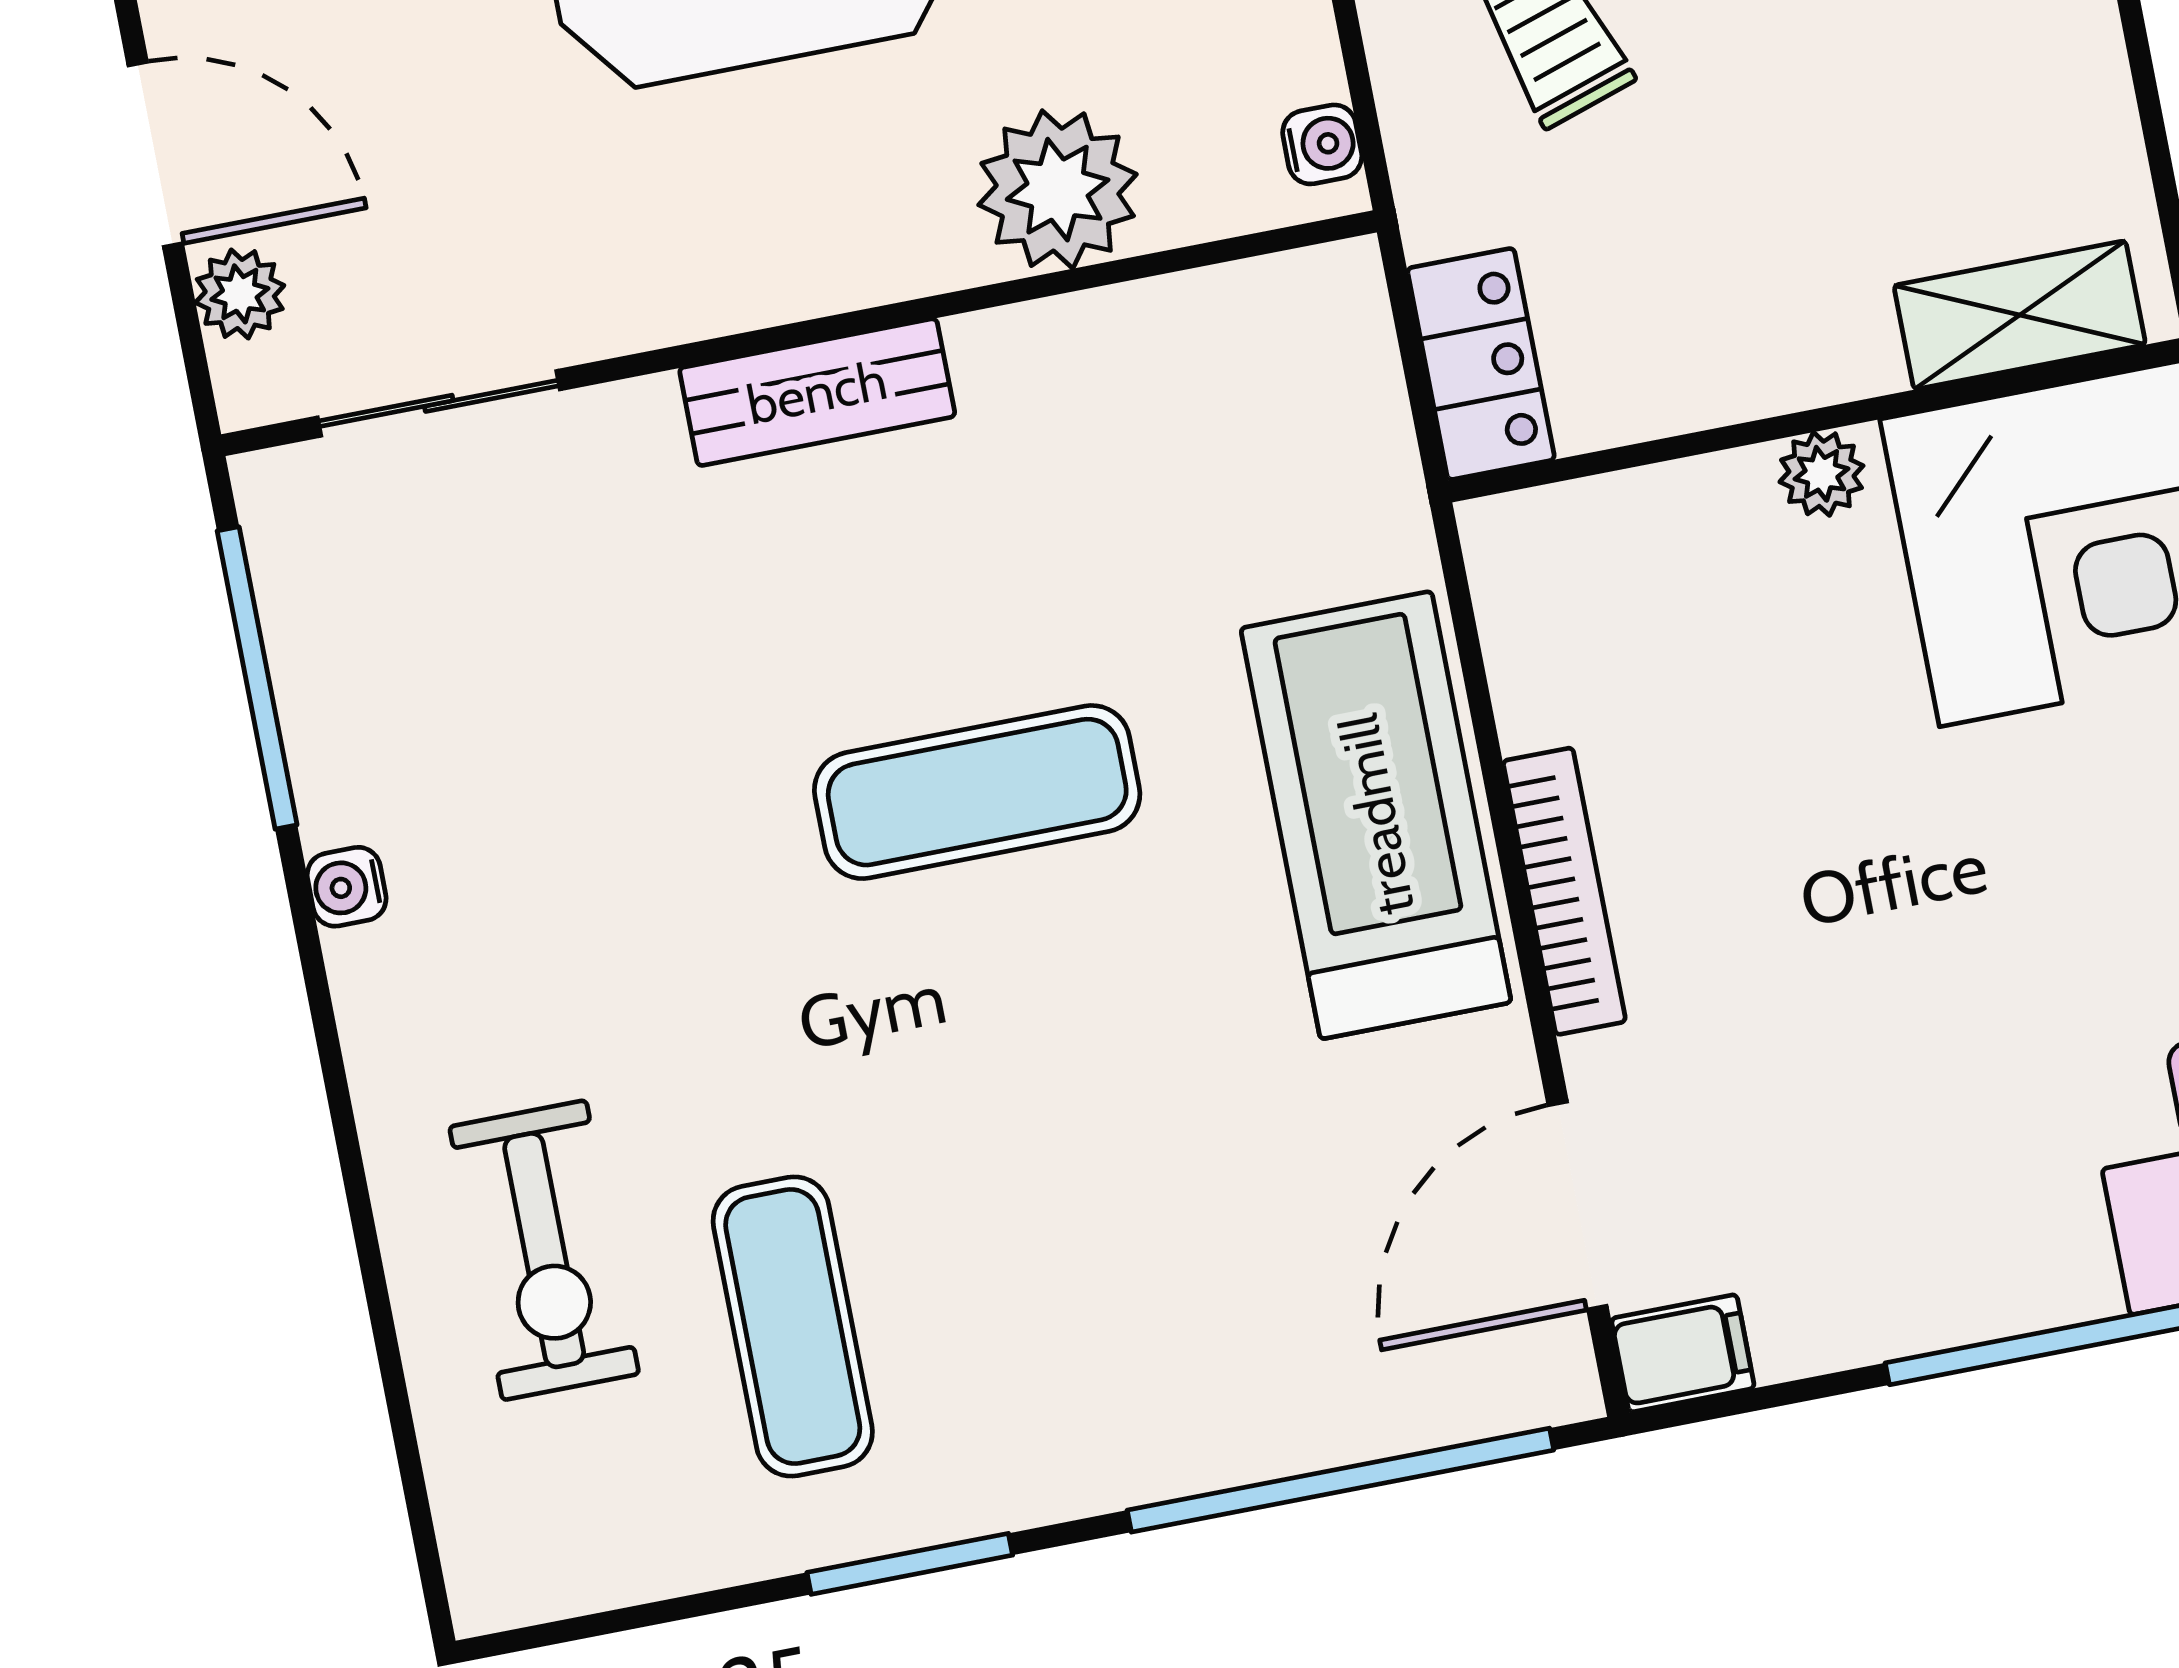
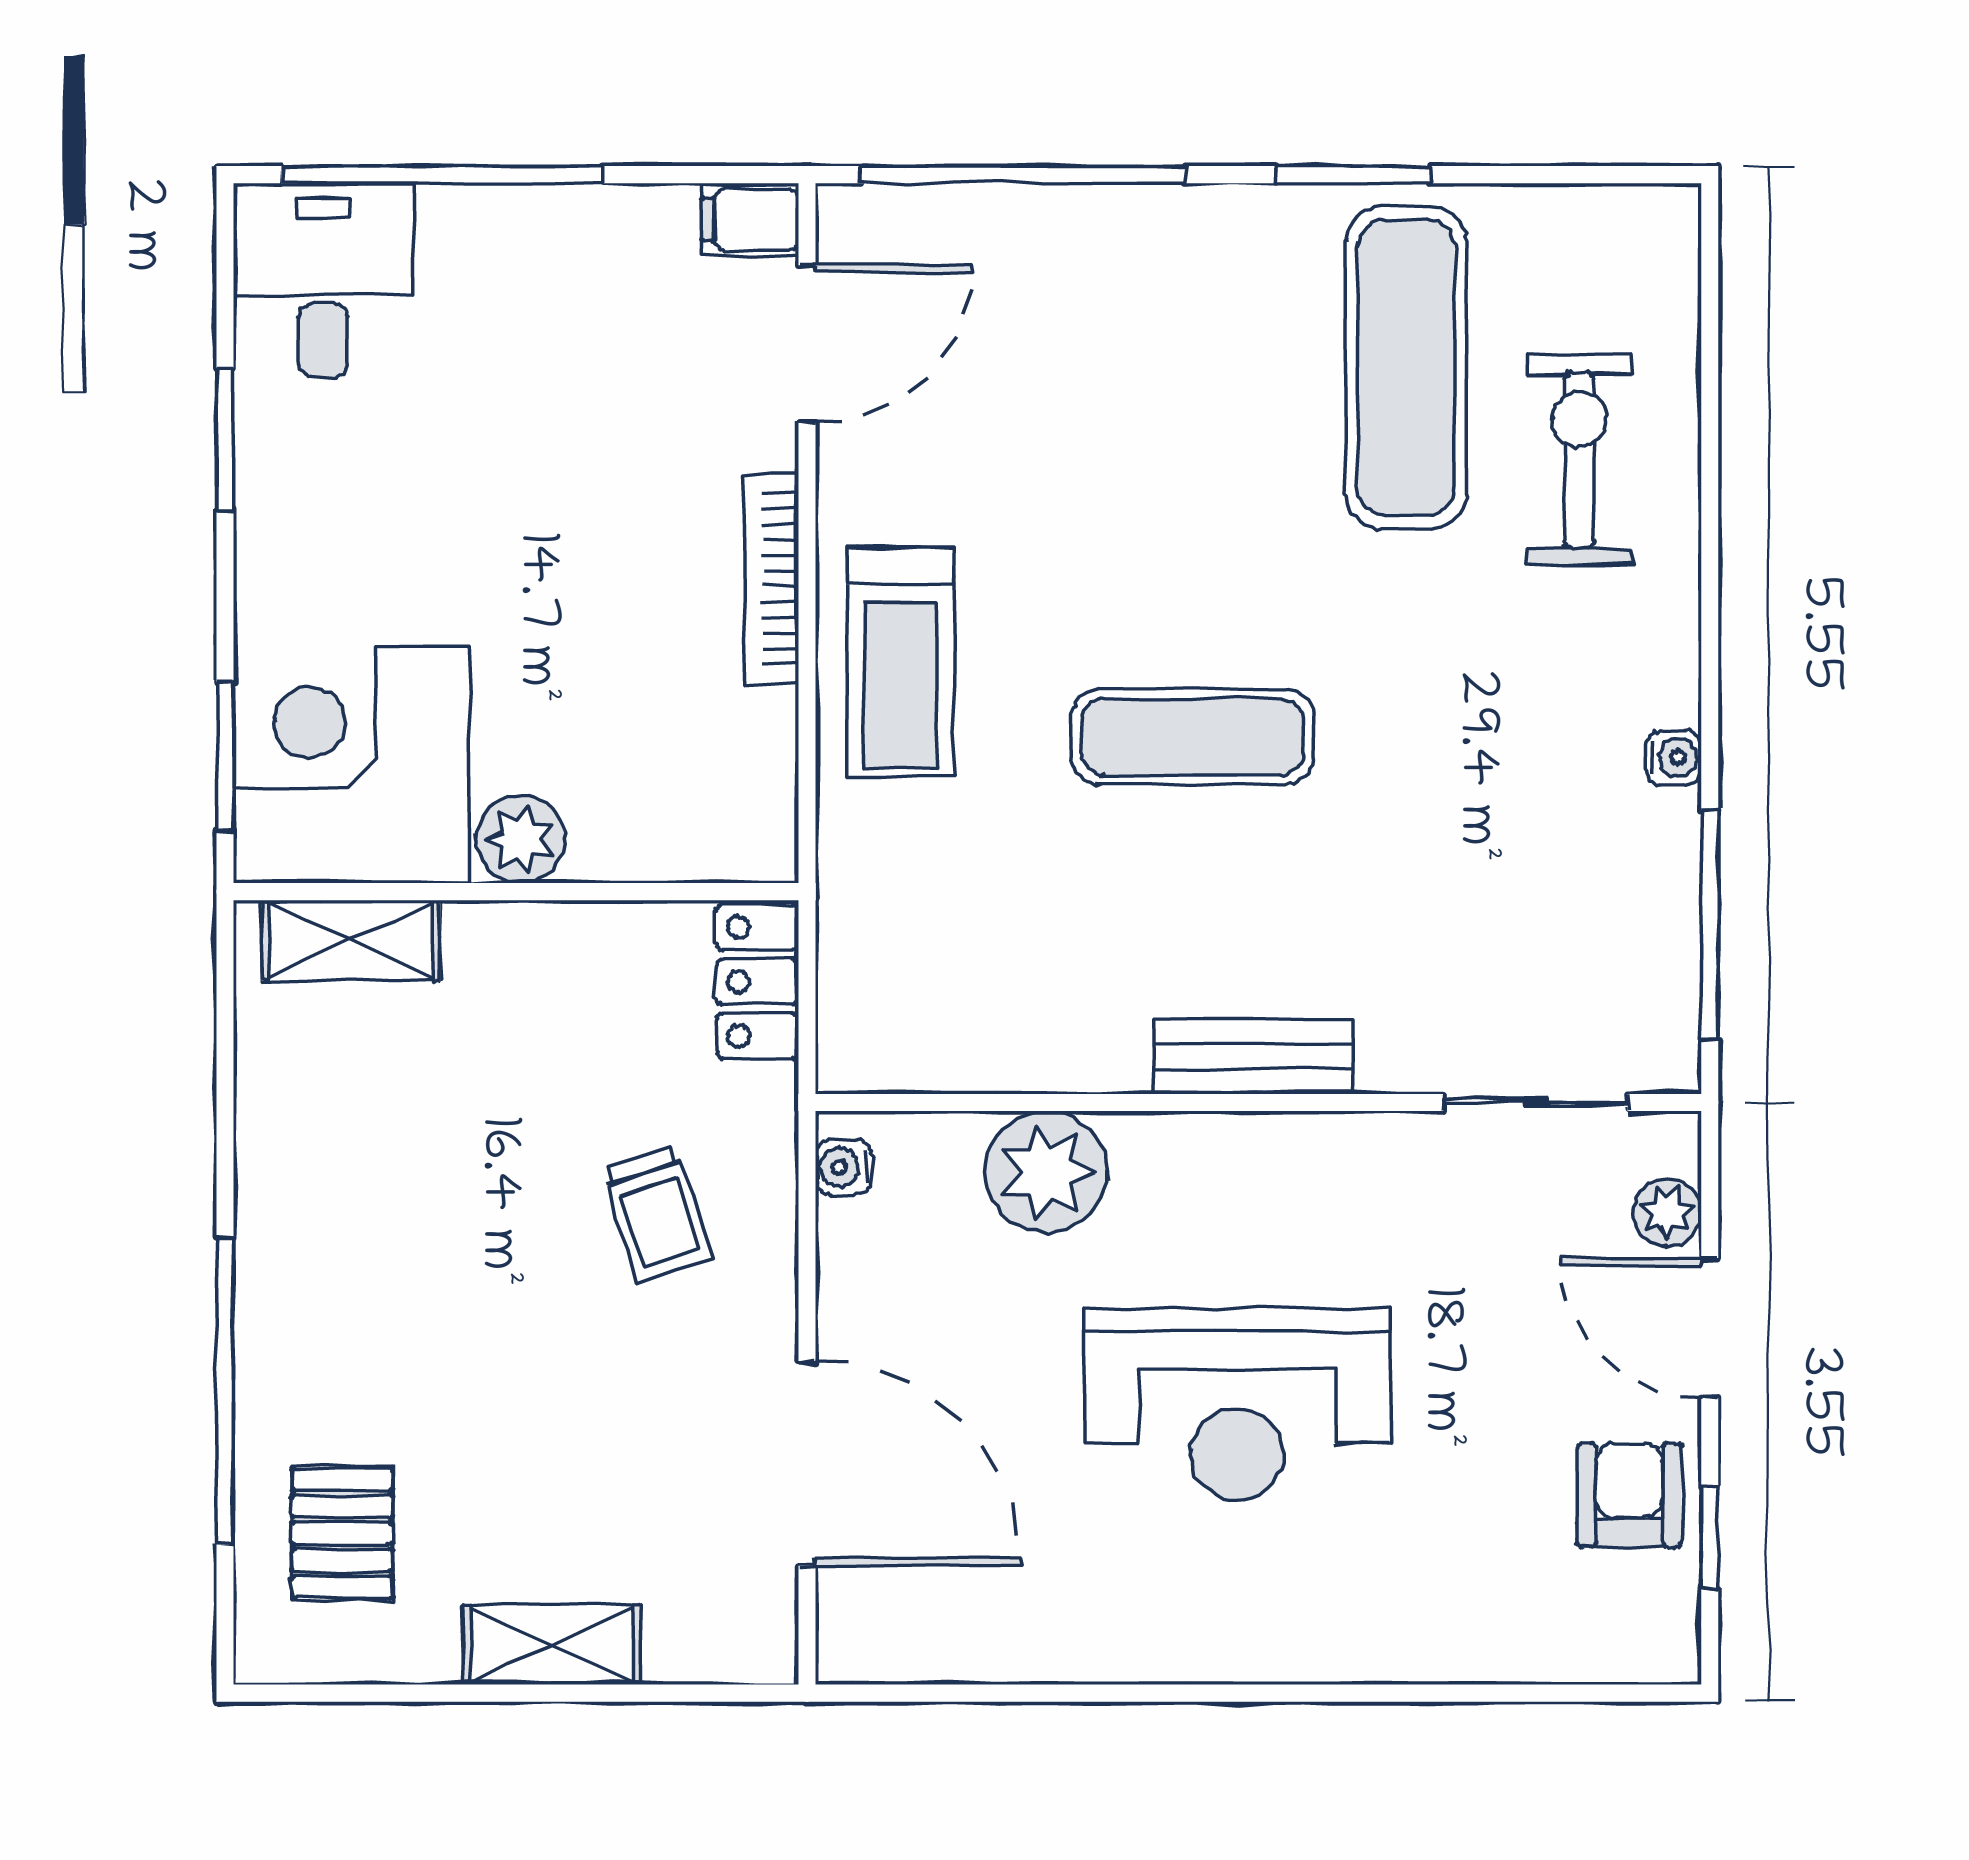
plant: (1821, 474) -> (521, 839), width x1.38, depth x1.38
treadmill: (1376, 815) -> (900, 662), width x0.73, depth x0.73
exercise mat: (793, 1326) -> (1406, 367), width x1.36, depth x1.45

